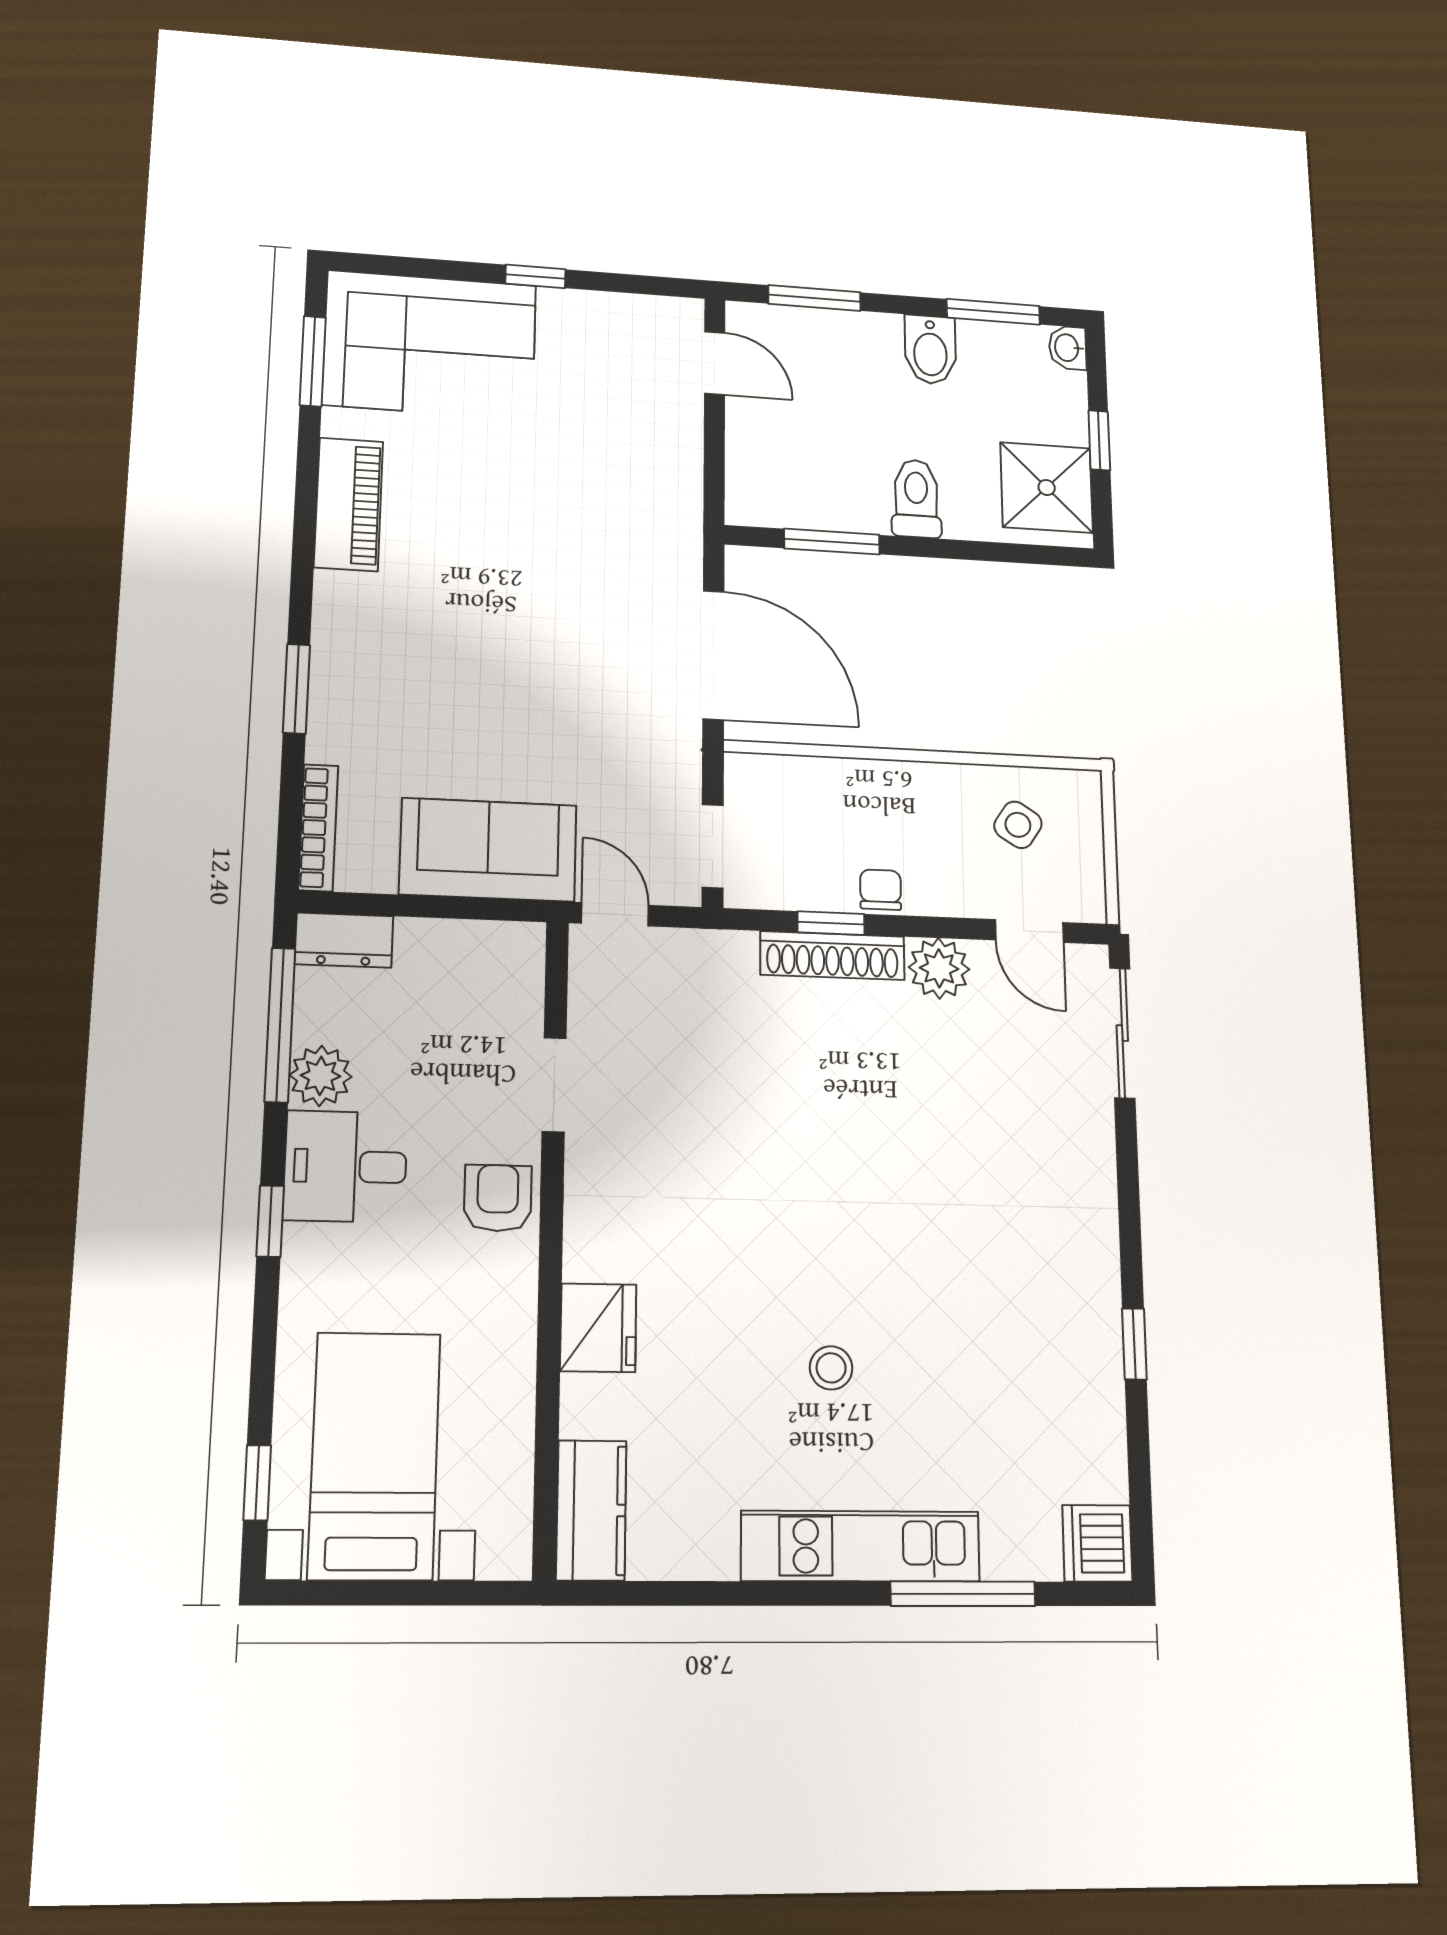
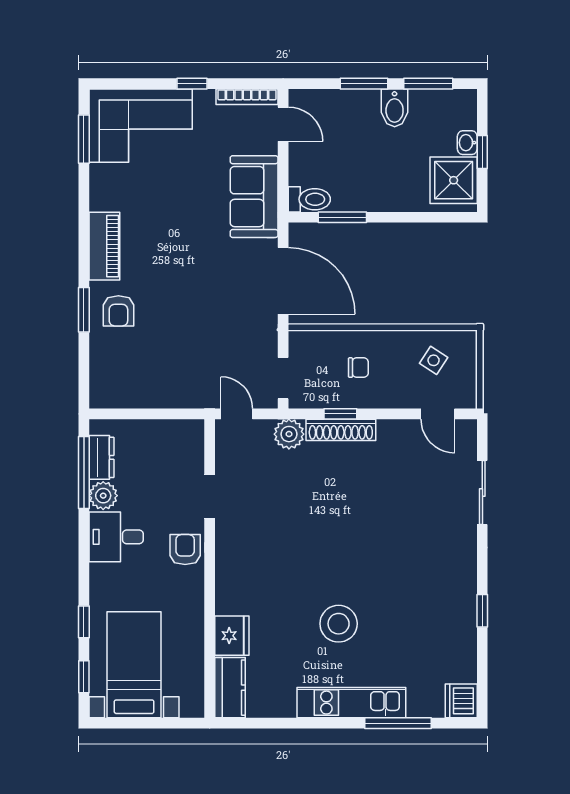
window: (814, 298) -> (364, 84), moved
washbasin: (1068, 348) -> (467, 143), moved
toilet: (916, 499) -> (309, 199), moved, turned 90
piano: (349, 504) -> (104, 246), moved
armchair: (370, 695) -> (118, 311), added
bookcase: (318, 828) -> (247, 97), moved, turned 90
sofa: (488, 850) -> (254, 197), moved, turned -90
chair: (881, 890) -> (358, 368), moved, turned 90
dresser: (344, 940) -> (101, 457), moved, turned -90
plant: (939, 968) -> (289, 434), moved
sliding door: (1122, 1033) -> (482, 493), moved
window: (270, 1221) -> (84, 622), moved
fridge: (598, 1328) -> (232, 636), moved
stool: (831, 1368) -> (339, 624), width x1.89, depth x1.89

